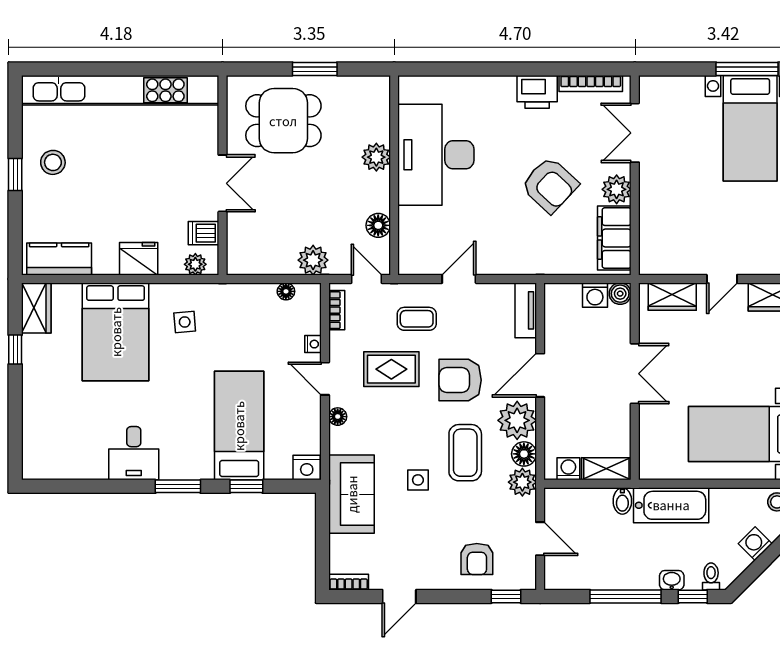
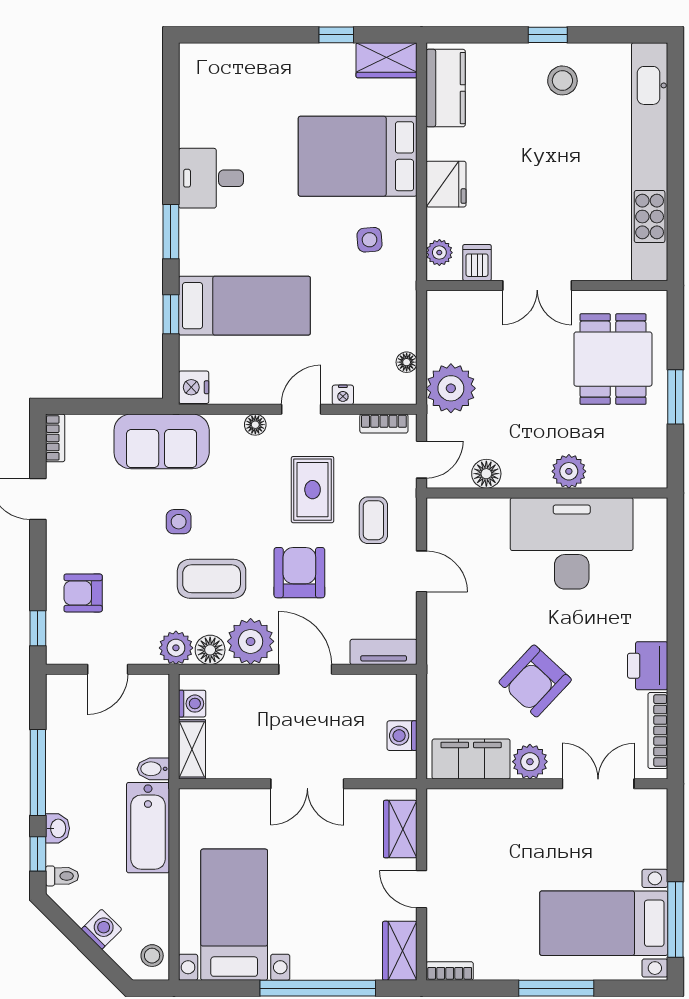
plant: (313, 260) -> (451, 388), width x1.36, depth x1.36
boiler: (620, 294) -> (404, 766), removed

